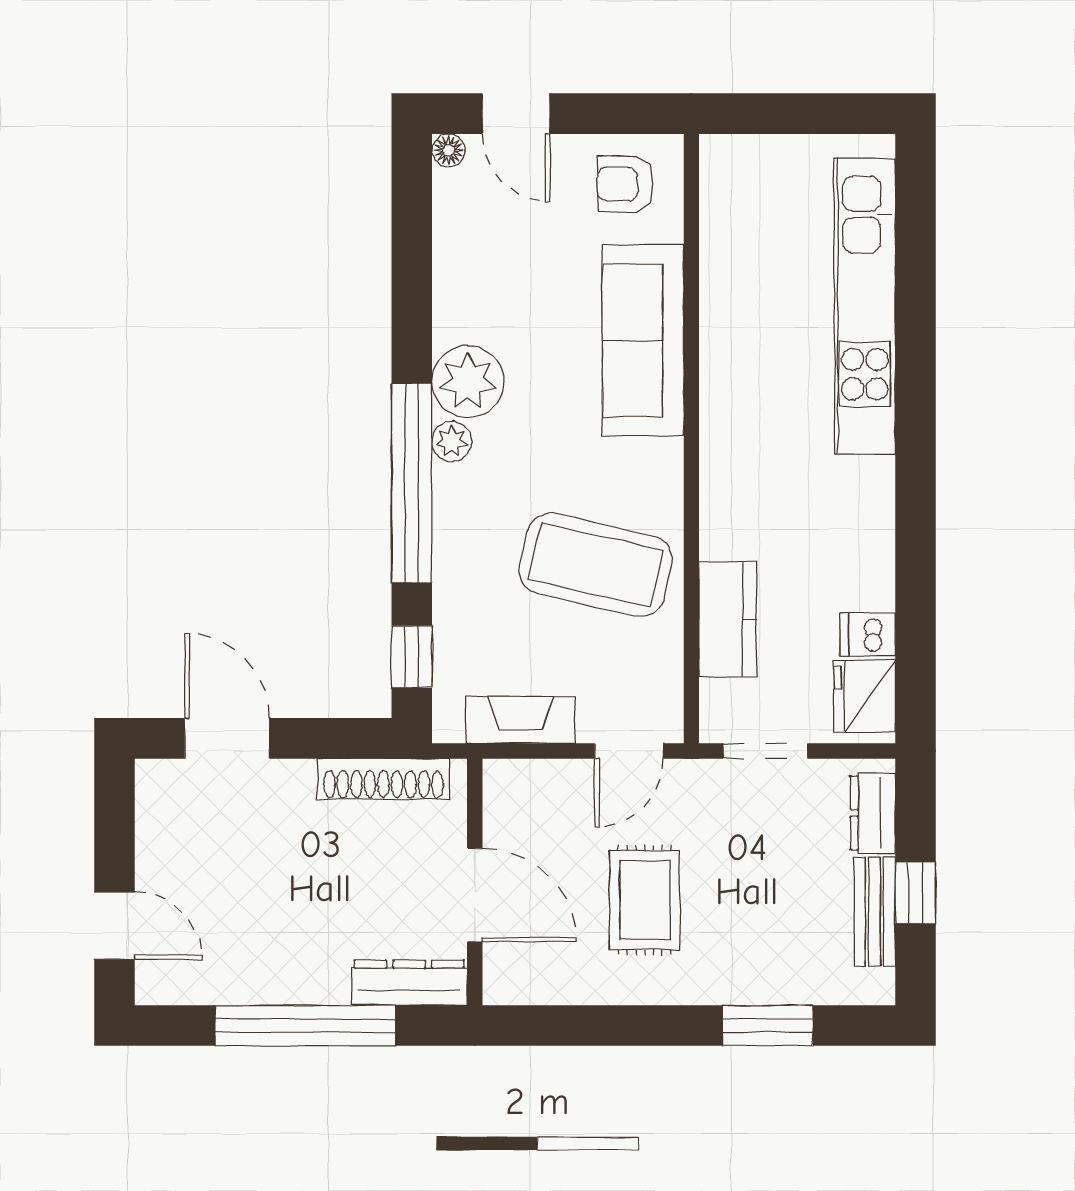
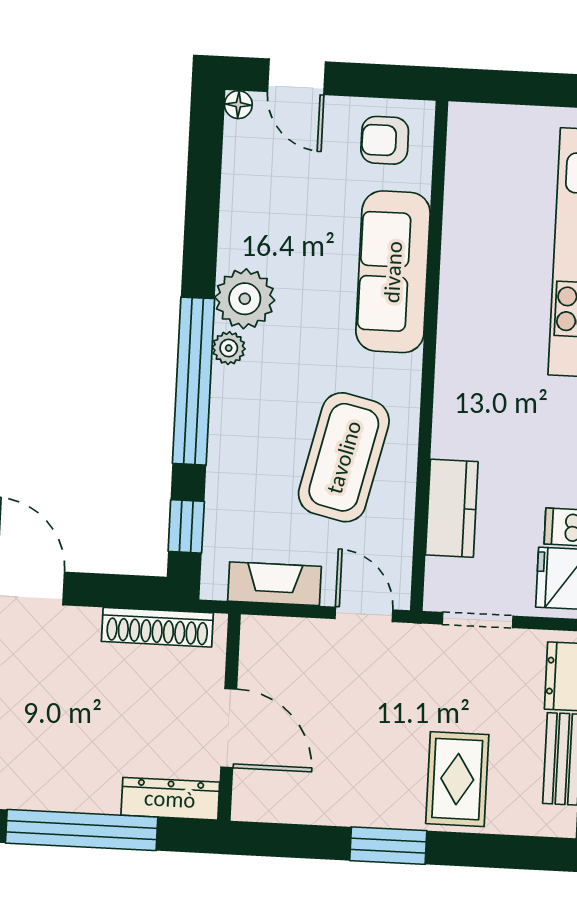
coffee table: (596, 565) -> (344, 457), turned 90
door: (629, 751) -> (364, 614), swing flipped
rug: (645, 900) -> (457, 779), moved
window: (768, 1026) -> (388, 846), moved

